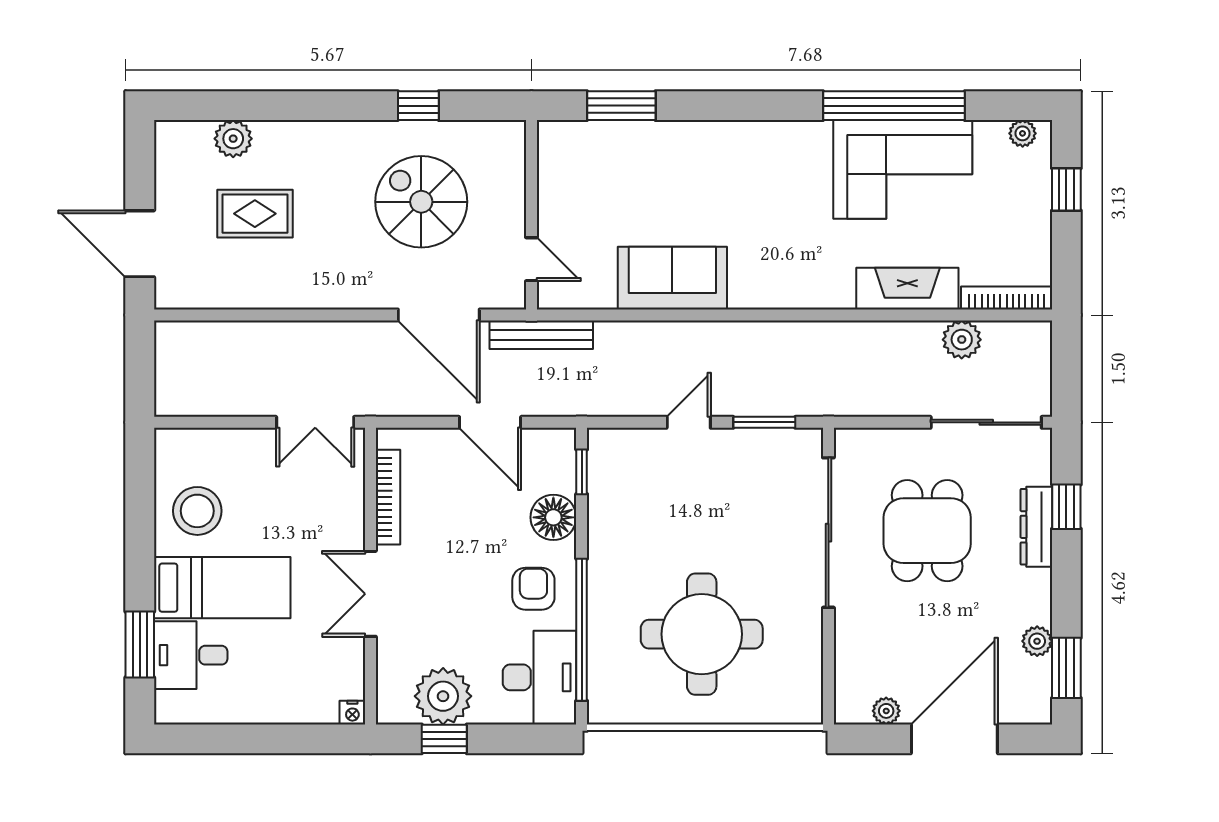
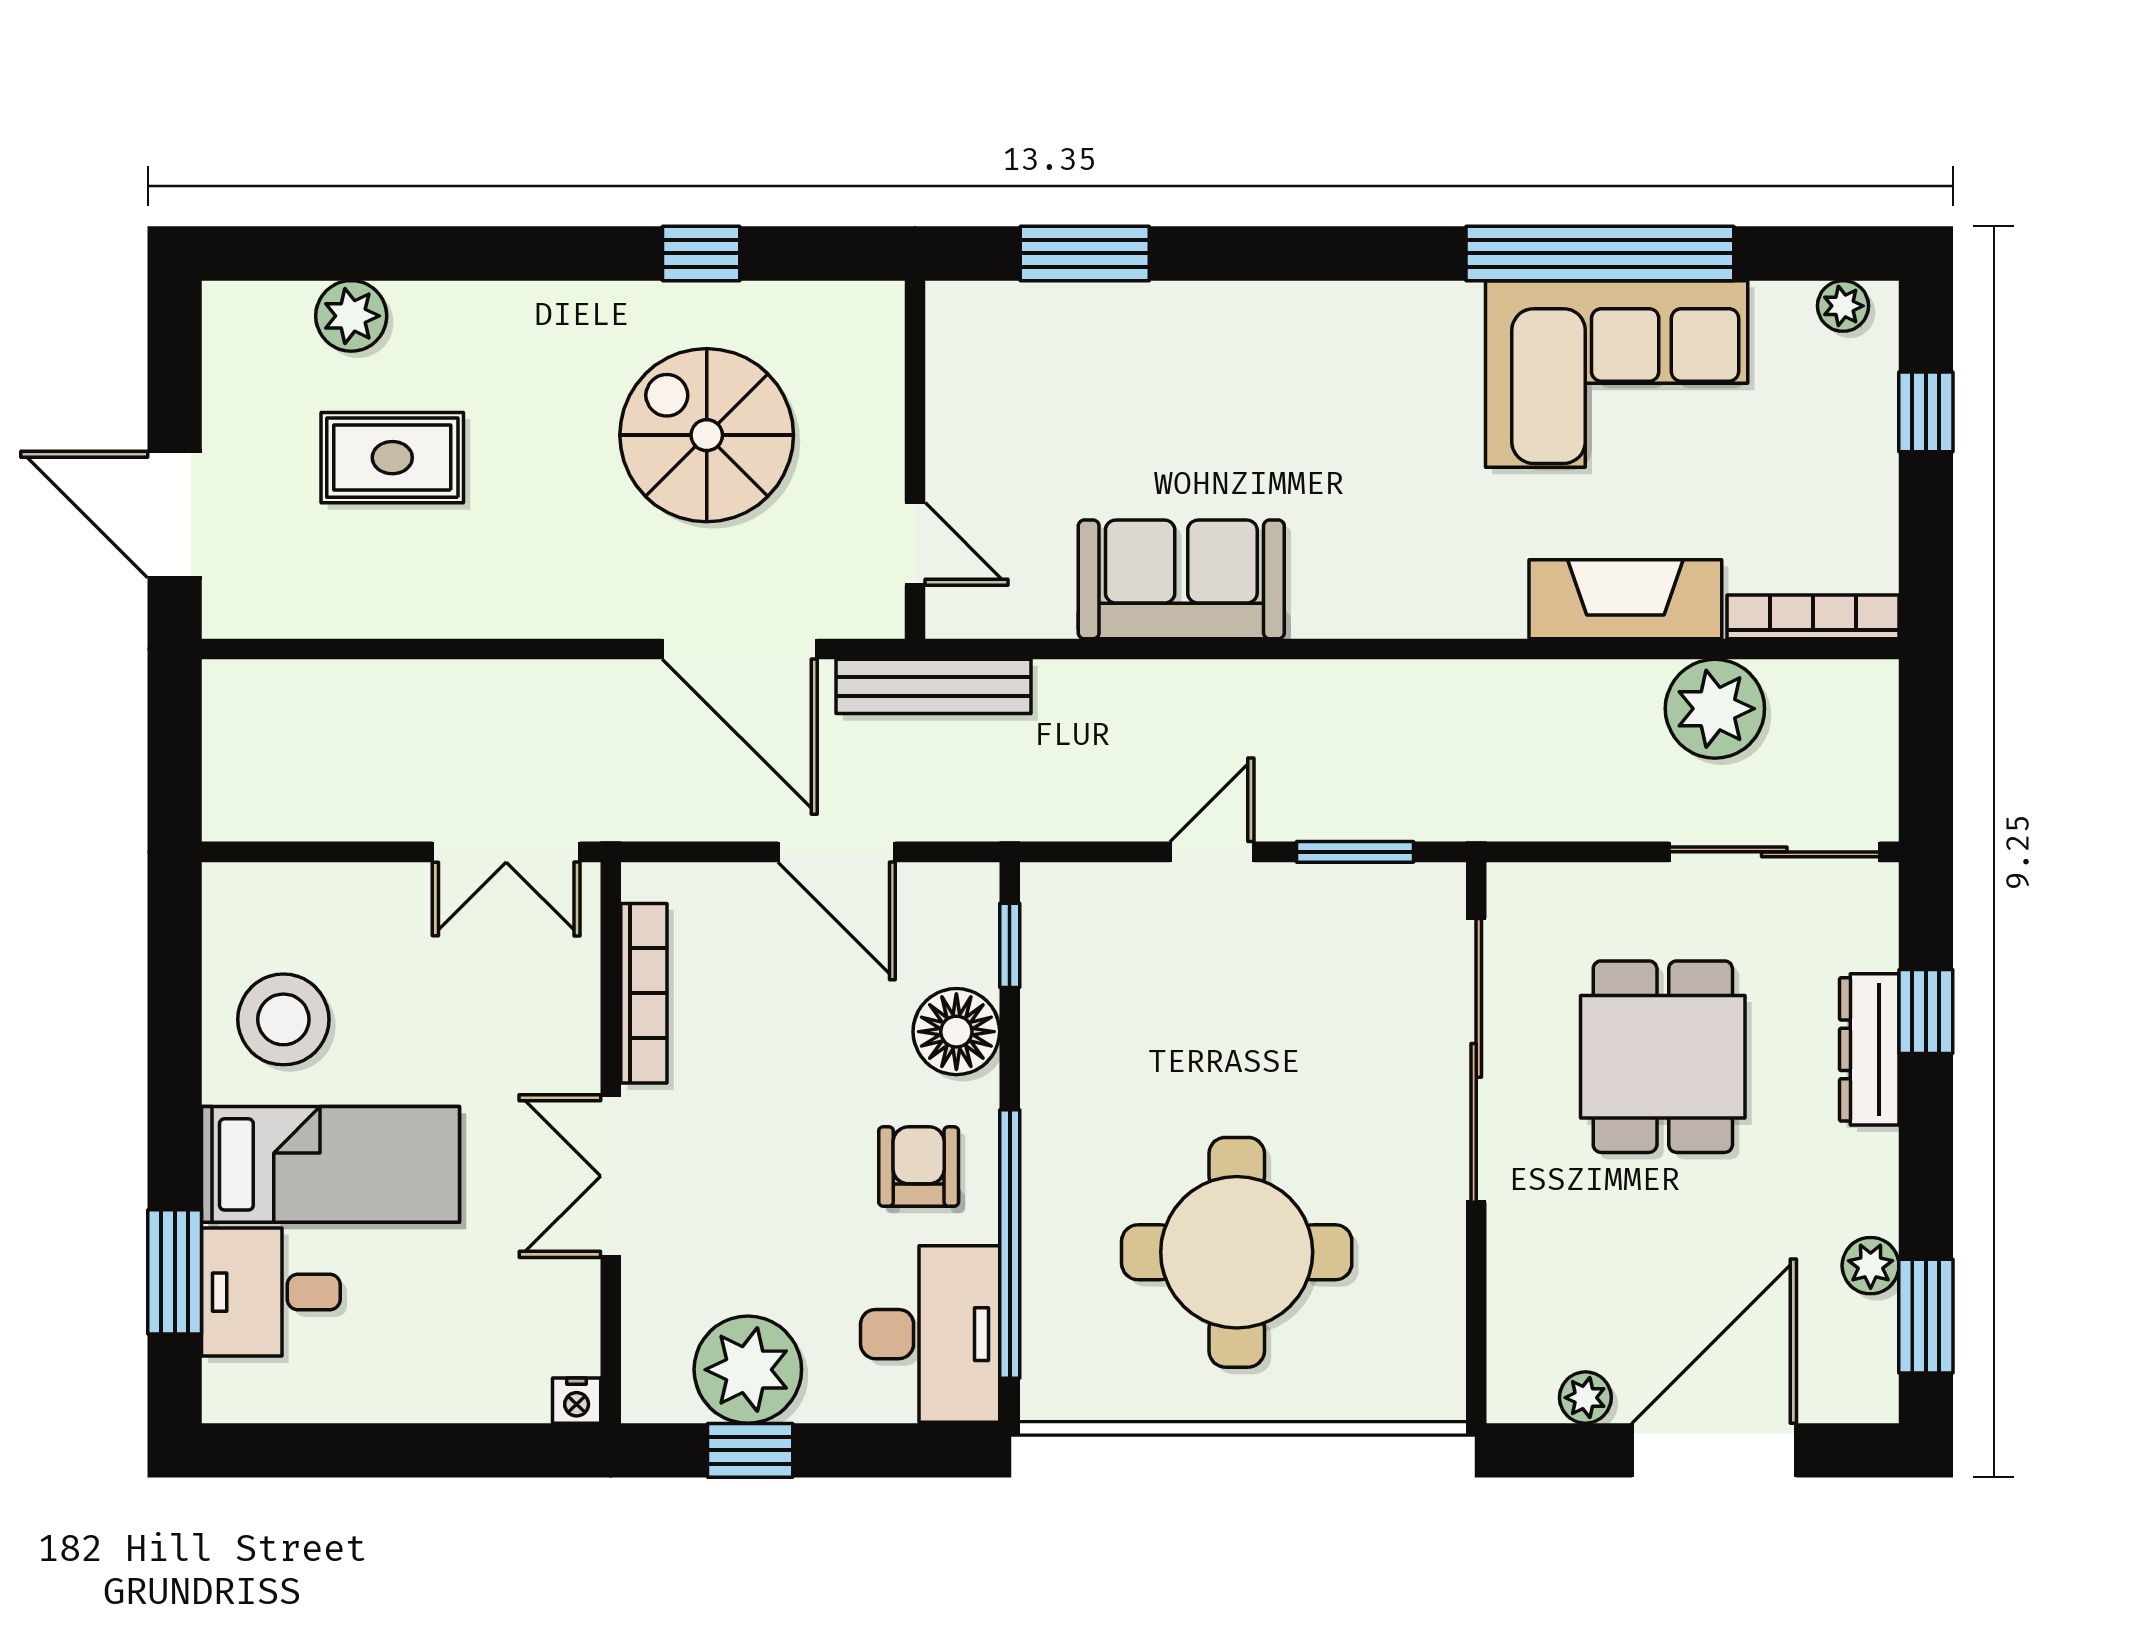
plant: (962, 340) -> (1715, 709), width x1.36, depth x1.36

